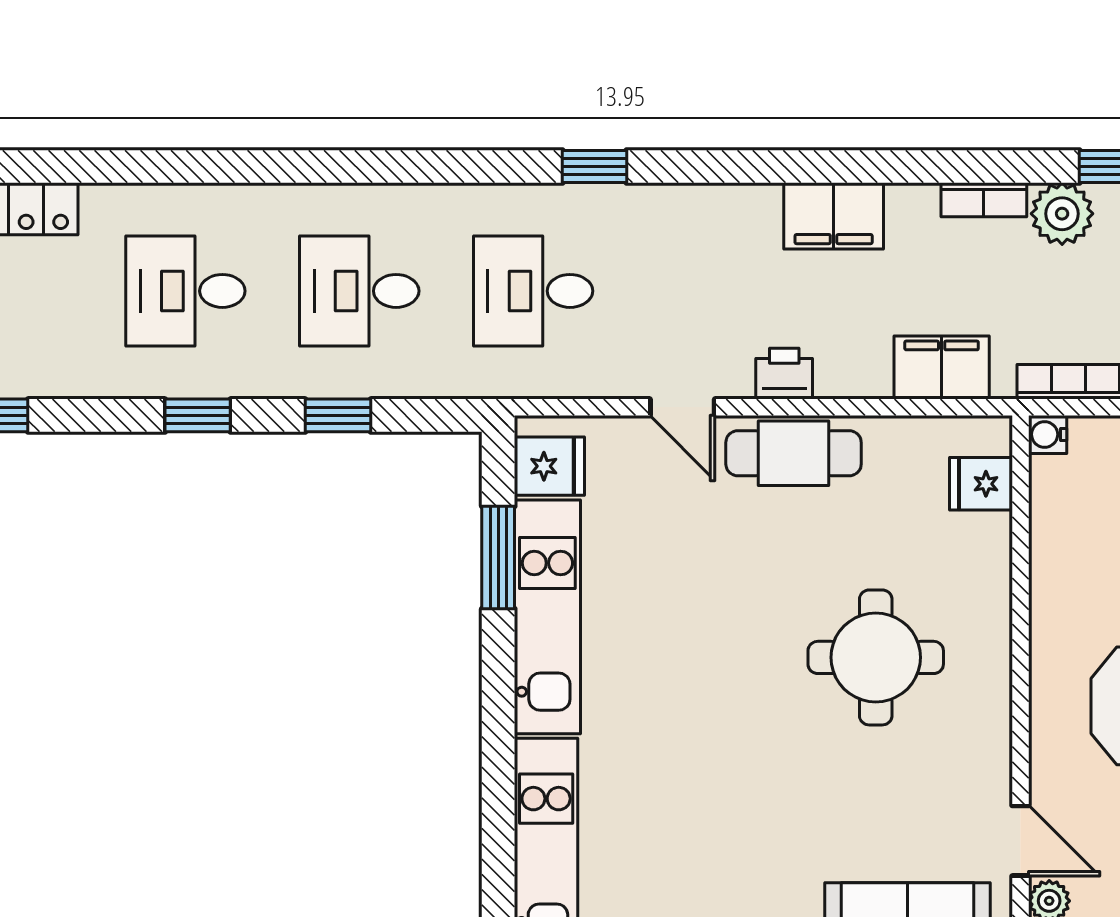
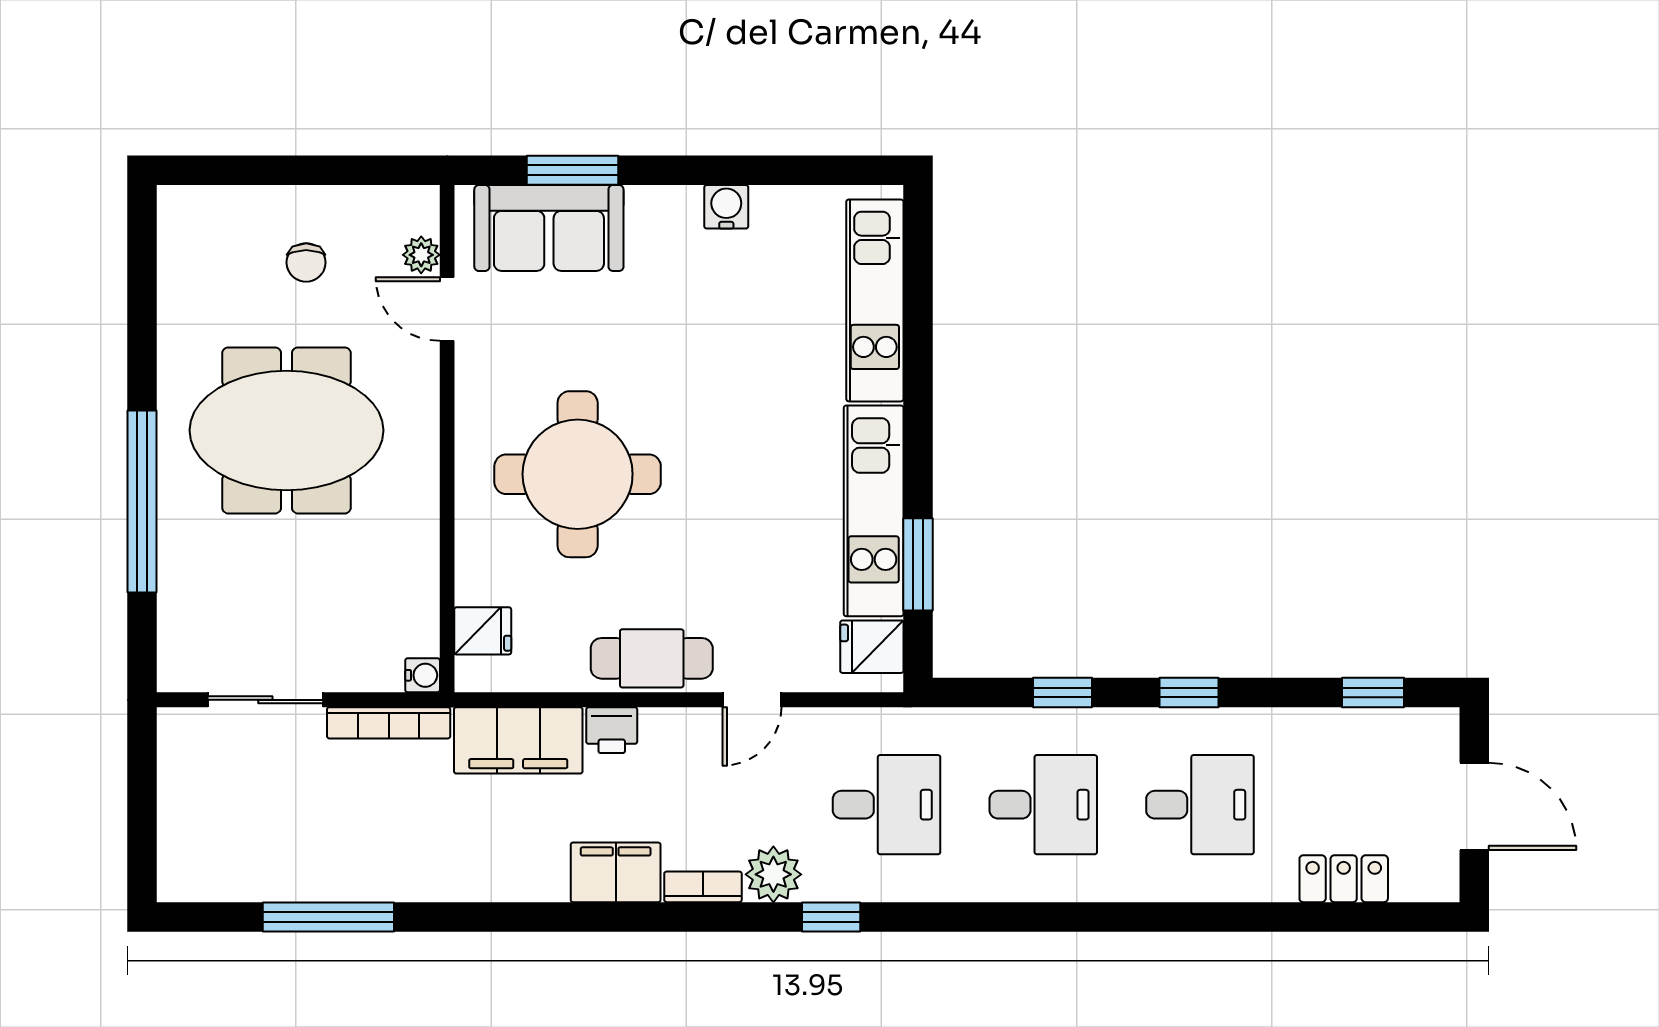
bookcase: (984, 200) -> (703, 887), moved
plant: (1062, 214) -> (773, 874), moved
filing cabinet: (942, 368) -> (518, 740), width x1.50, depth x1.17
printer: (784, 374) -> (612, 730), moved
door: (682, 407) -> (752, 700), swing flipped
round table: (876, 657) -> (578, 474), width x1.36, depth x1.36

